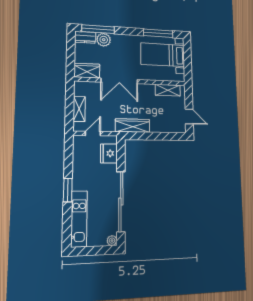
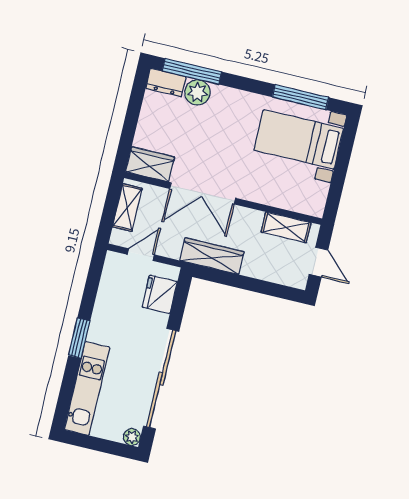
wardrobe: (87, 71) -> (150, 164), moved
double door: (119, 81) -> (203, 193), moved
wall: (131, 81) -> (223, 198), moved
shelving: (168, 90) -> (286, 227), moved

